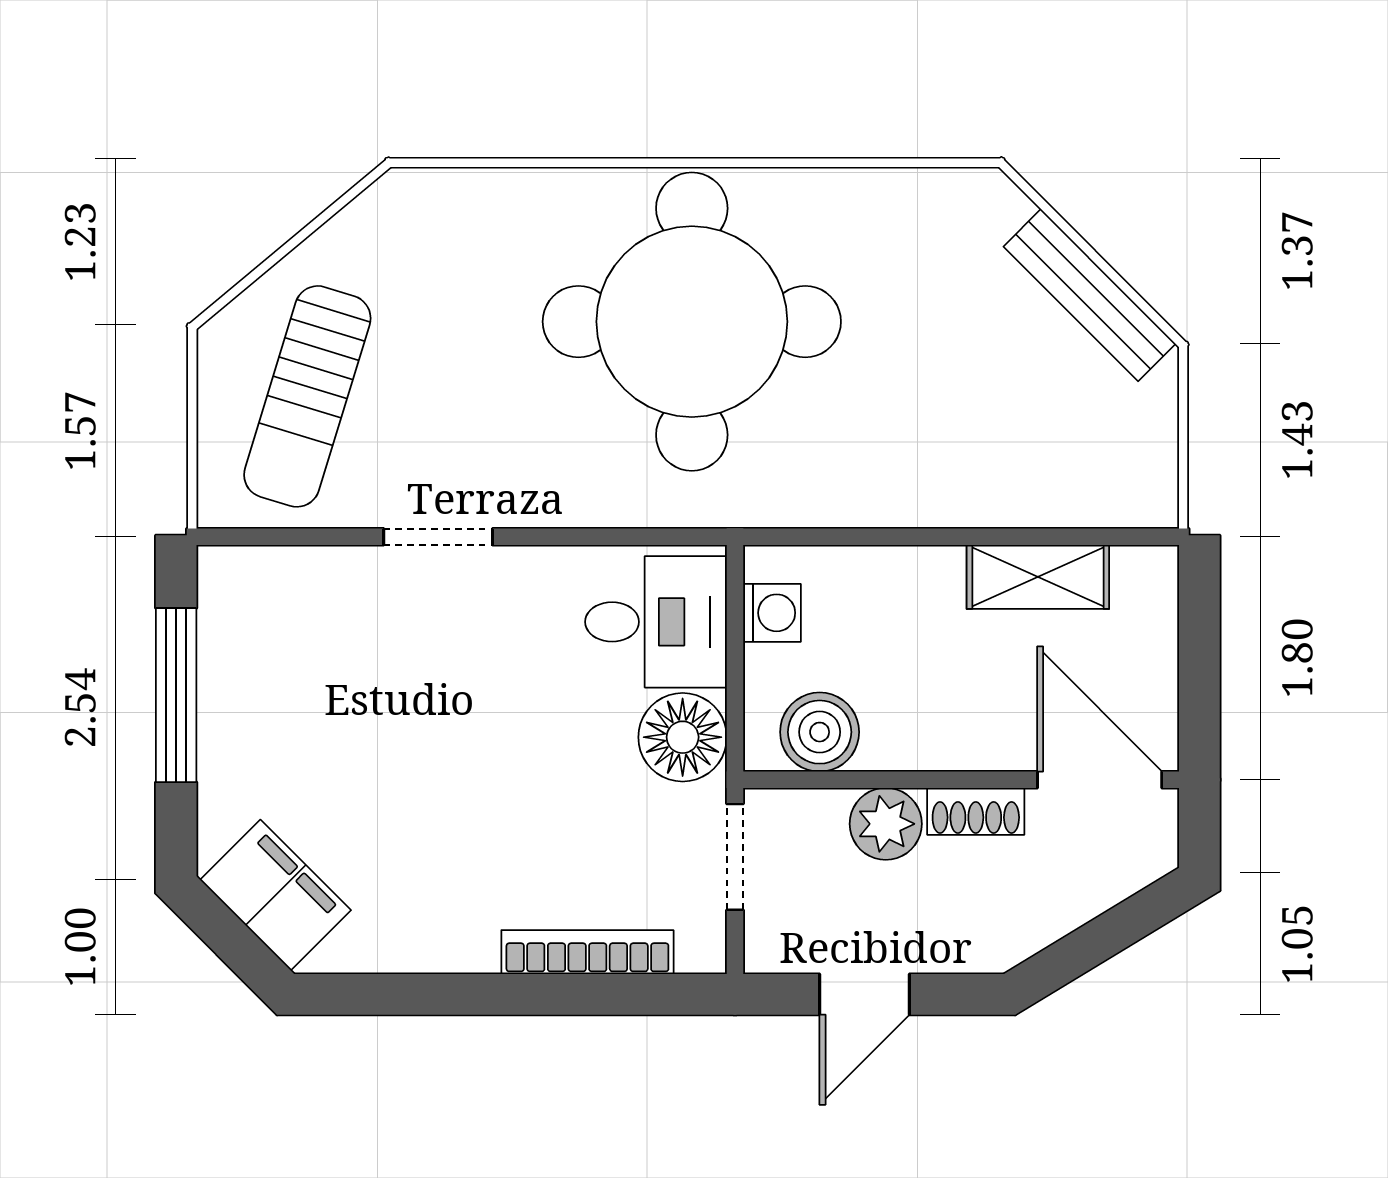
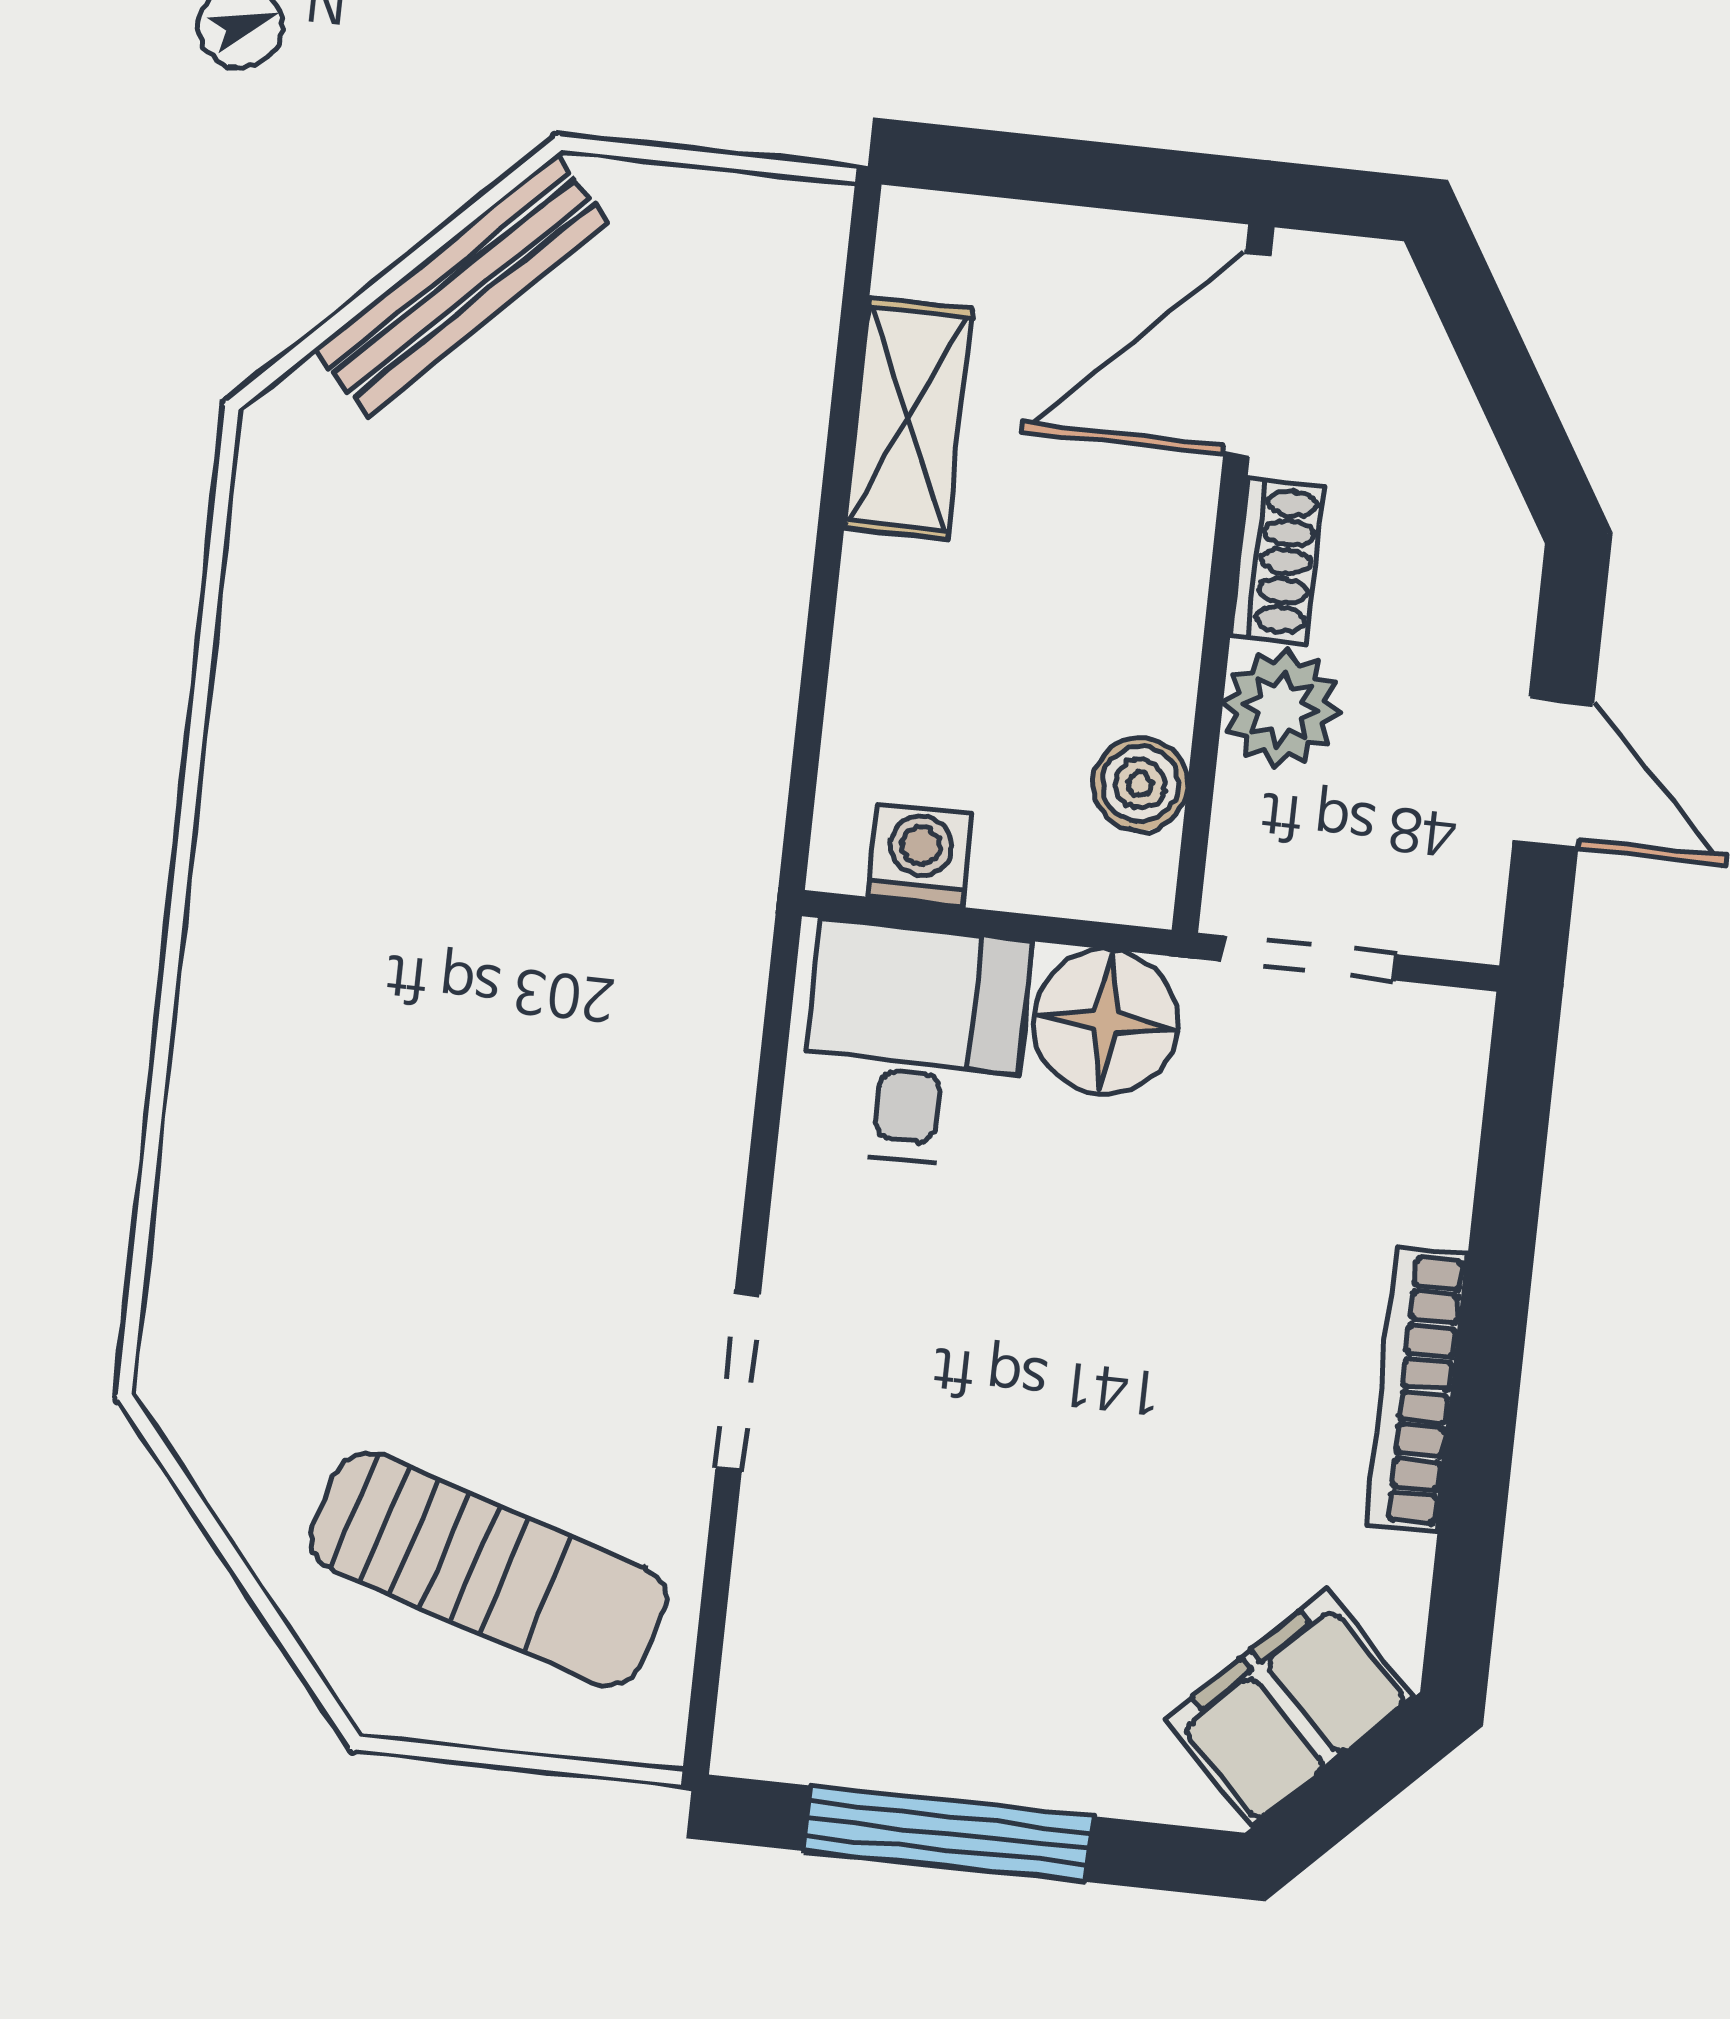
round table: (692, 322) -> (435, 934), removed
boiler: (820, 732) -> (1140, 784), width x0.73, depth x0.73
bookcase: (587, 952) -> (1417, 1390), moved

